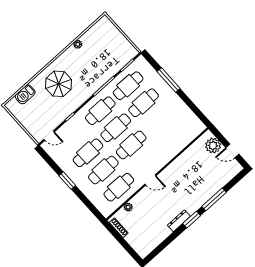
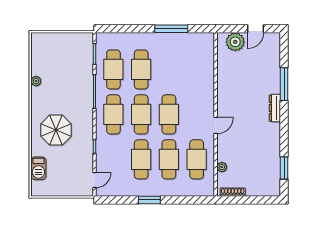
window: (169, 80) -> (171, 29), moved
window: (192, 220) -> (284, 168), moved
dresser: (179, 221) -> (275, 108), moved

